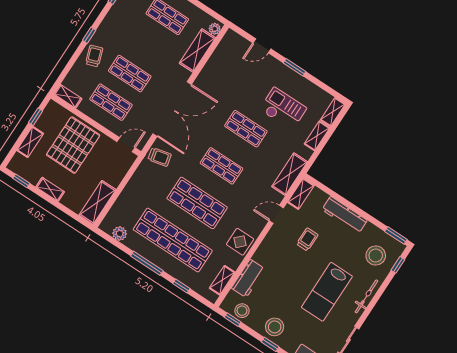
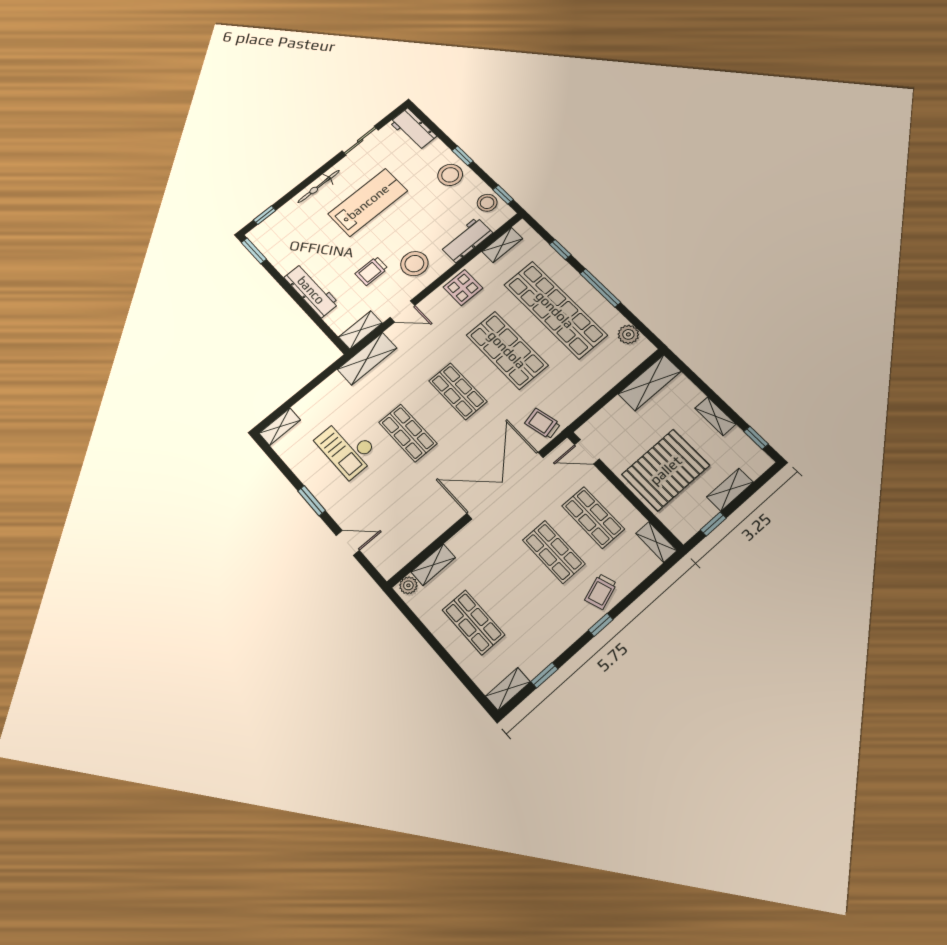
shelving: (197, 50) -> (433, 565), width x0.67, depth x0.75
shelving: (317, 136) -> (313, 400), removed
stool: (376, 256) -> (414, 264), moved

